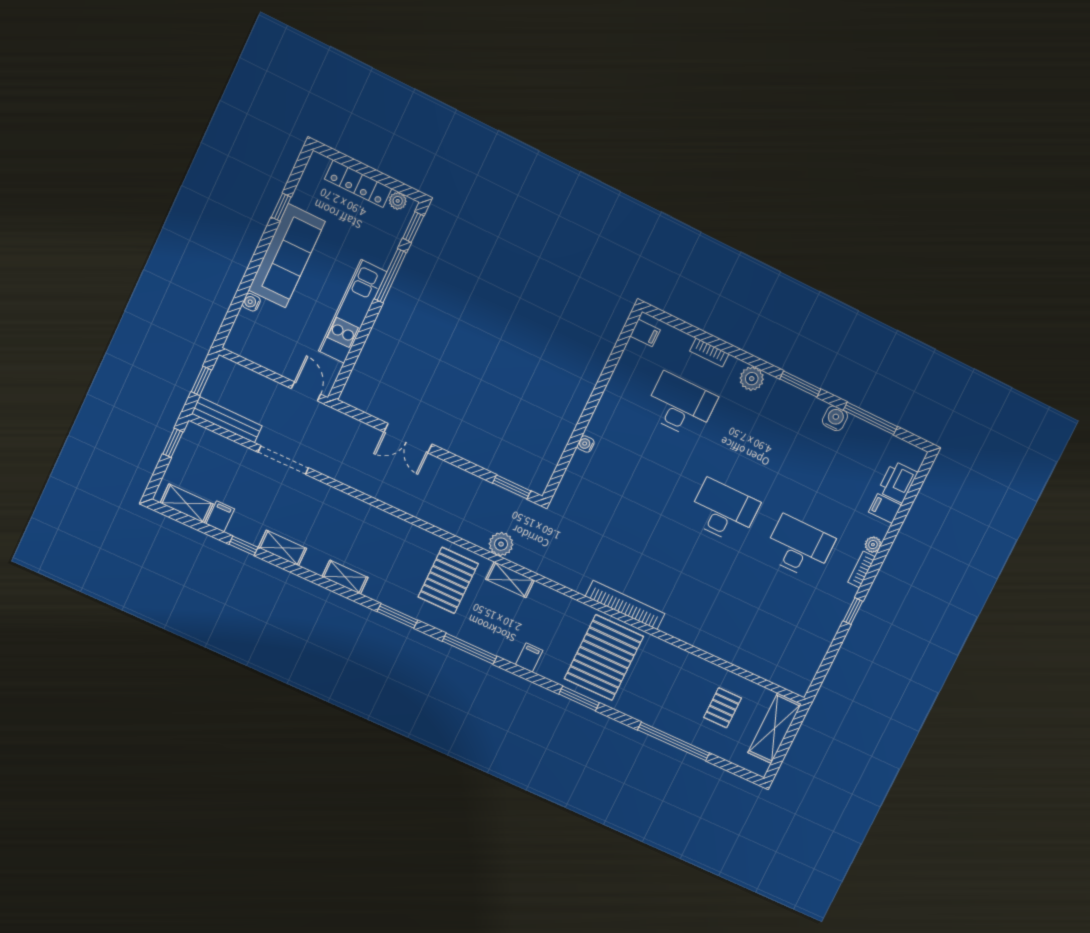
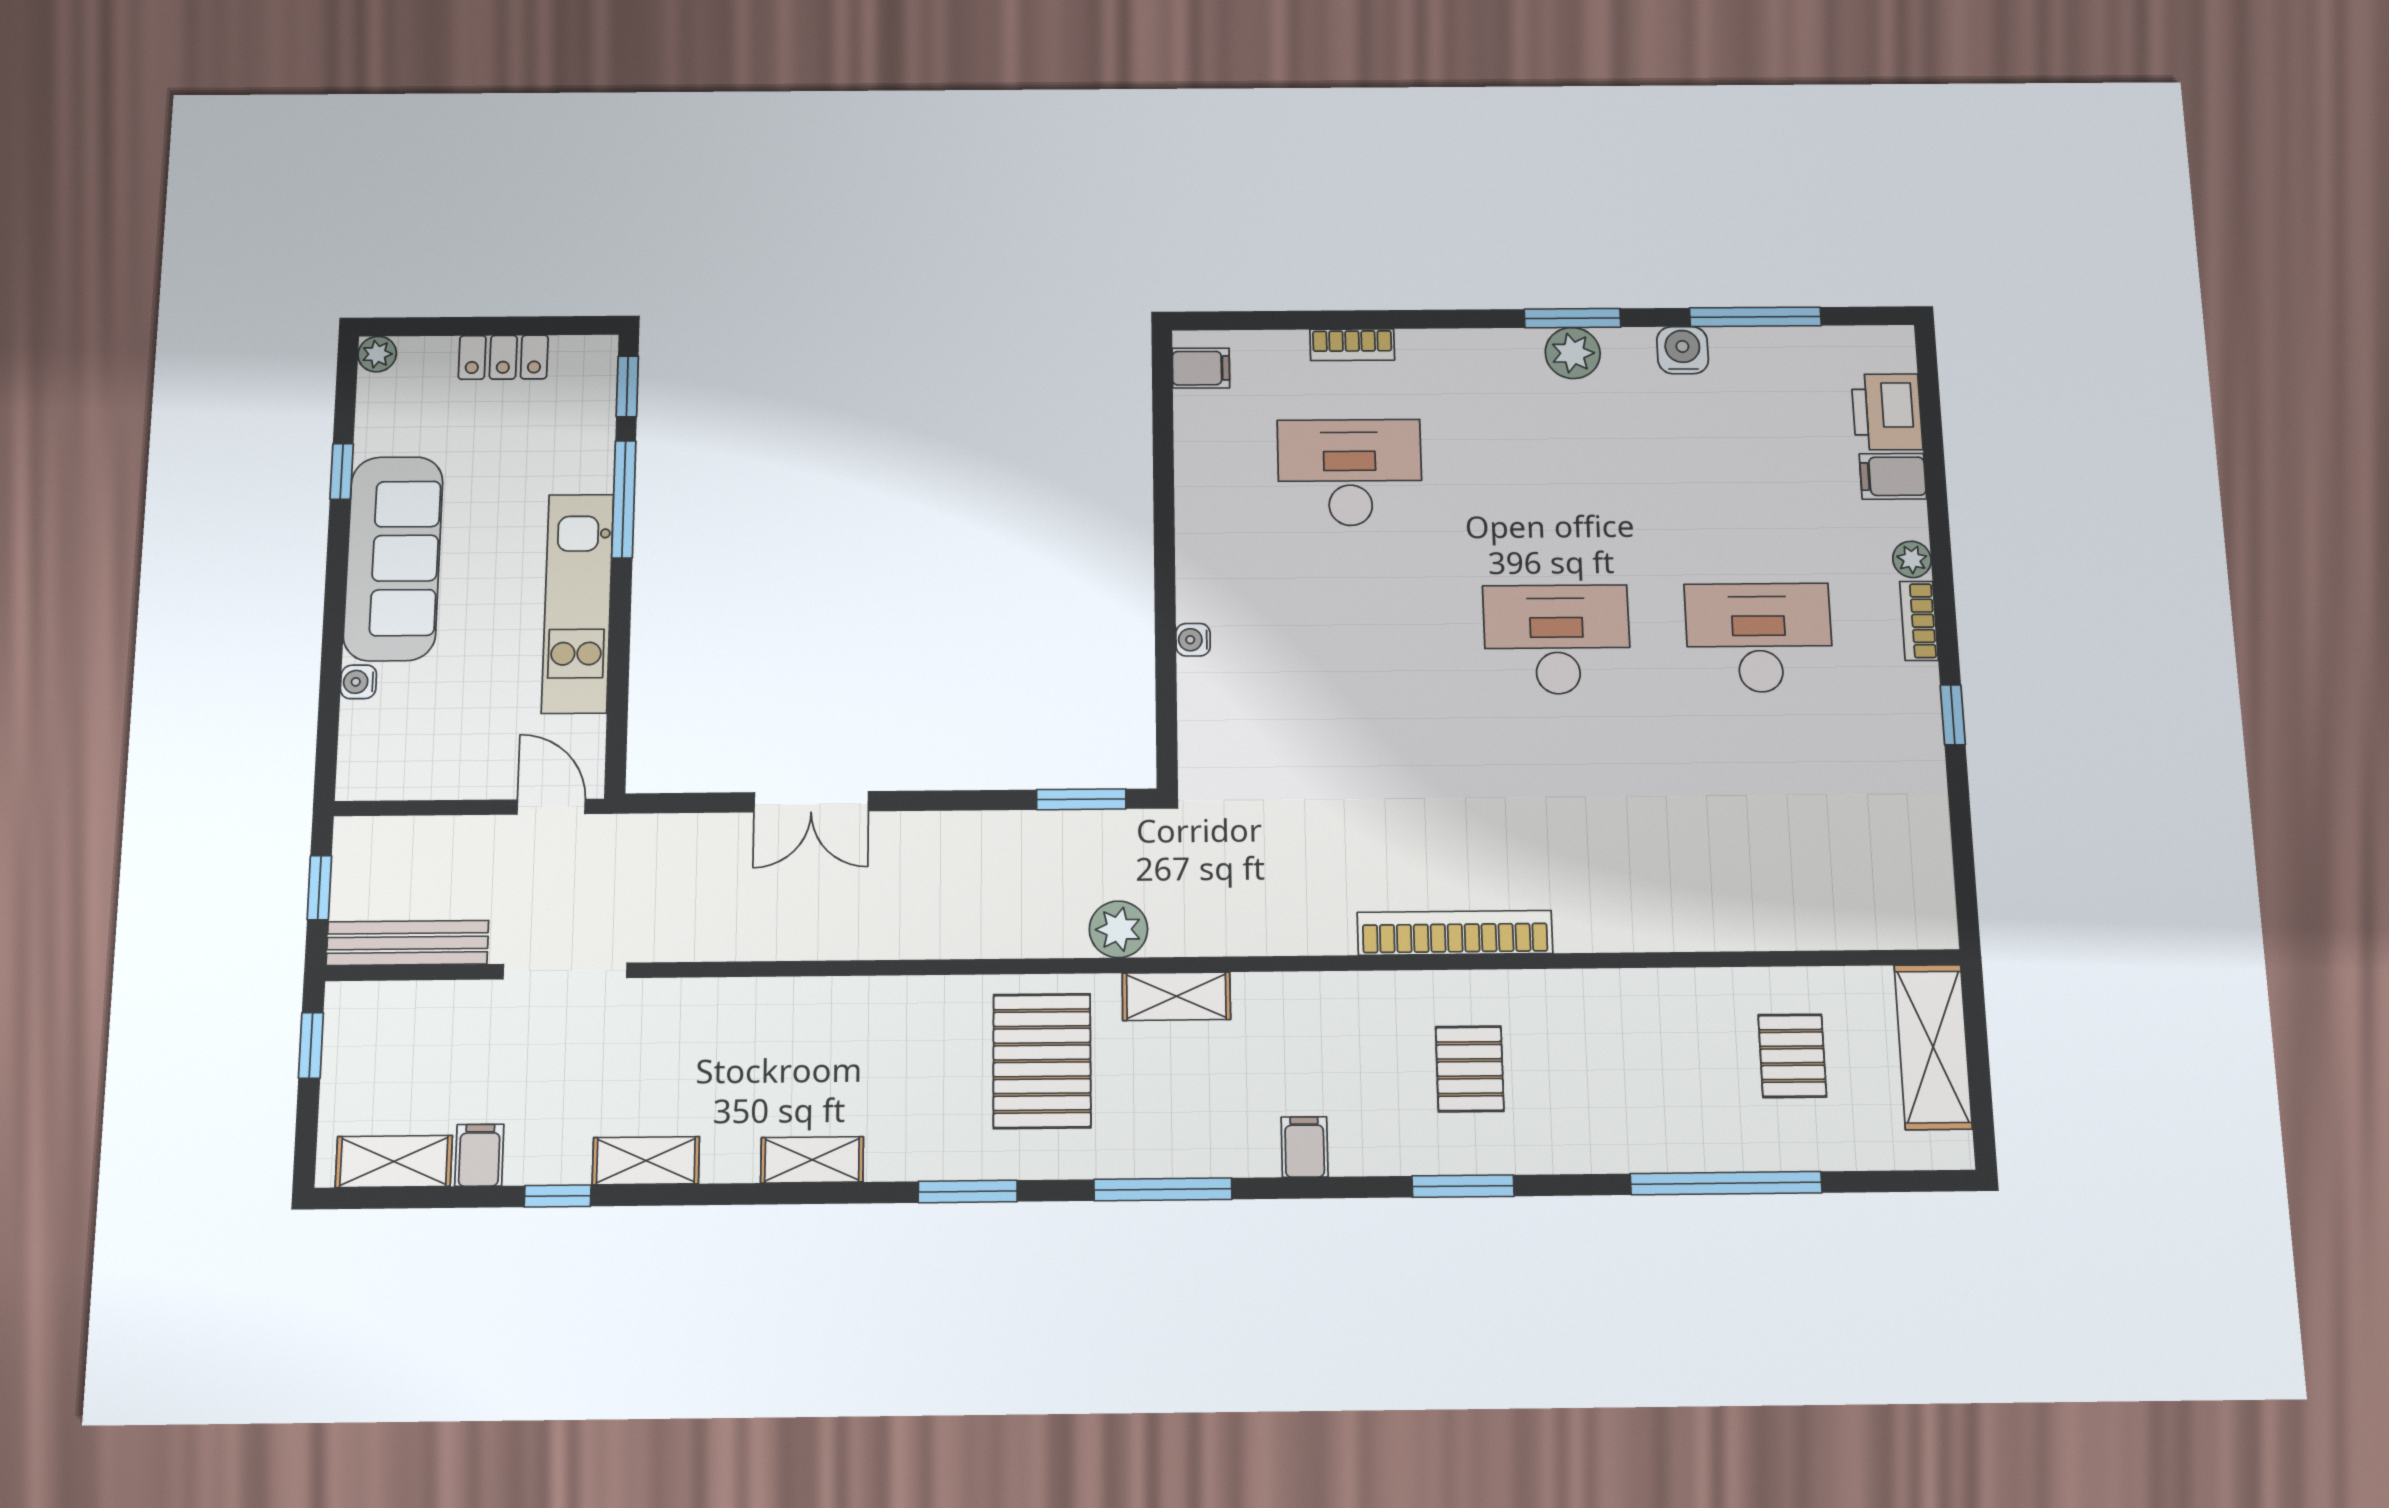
locker: (358, 184) -> (503, 357), width x0.66
plant: (398, 201) -> (377, 354), moved
plant: (752, 379) -> (1573, 353), moved
pallet: (604, 658) -> (1470, 1069), width x0.49, depth x0.50

